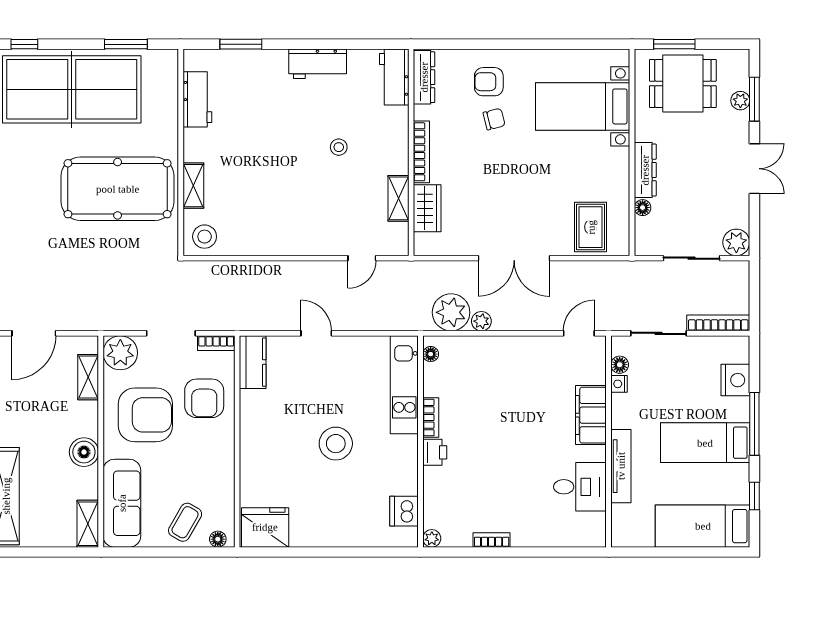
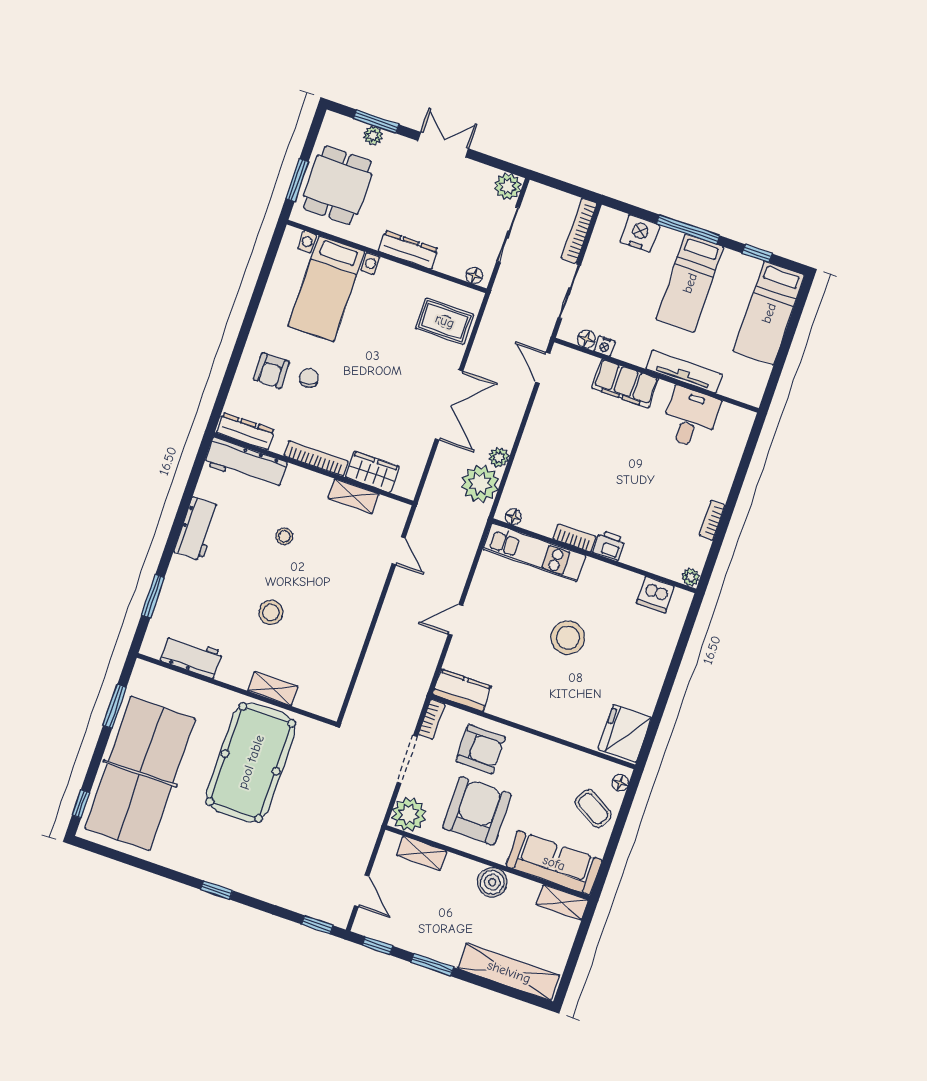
workbench: (394, 77) -> (246, 463), width x1.38
floor lamp: (643, 208) -> (474, 276), moved
stool: (205, 237) -> (271, 612), moved
door: (34, 333) -> (362, 891), width x0.73

